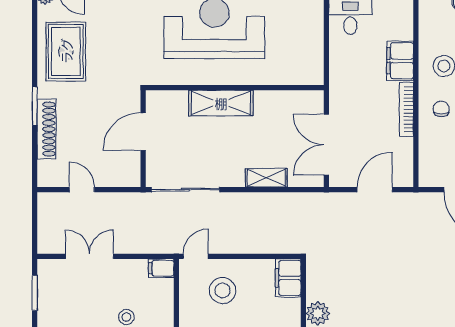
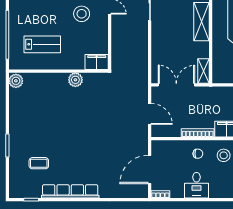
shelving: (266, 178) -> (204, 71), moved
stool: (223, 291) -> (82, 14), moved

